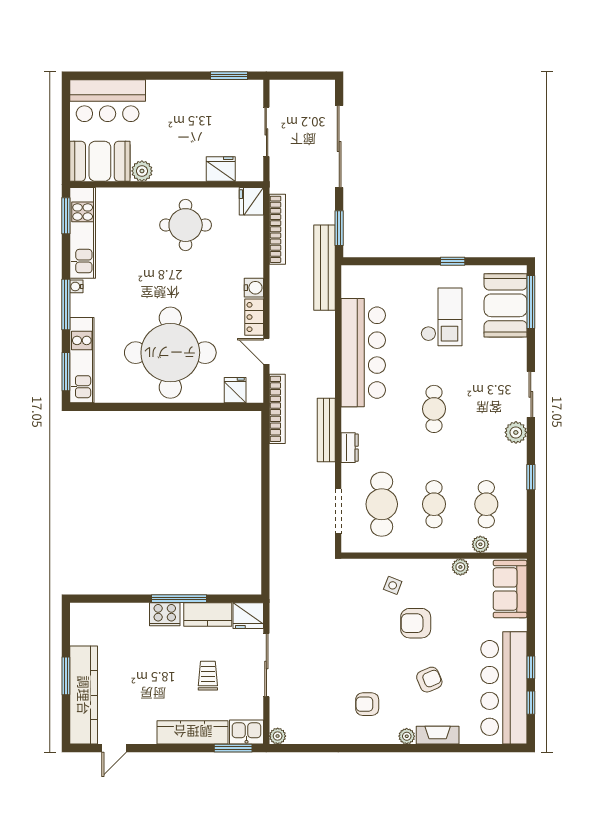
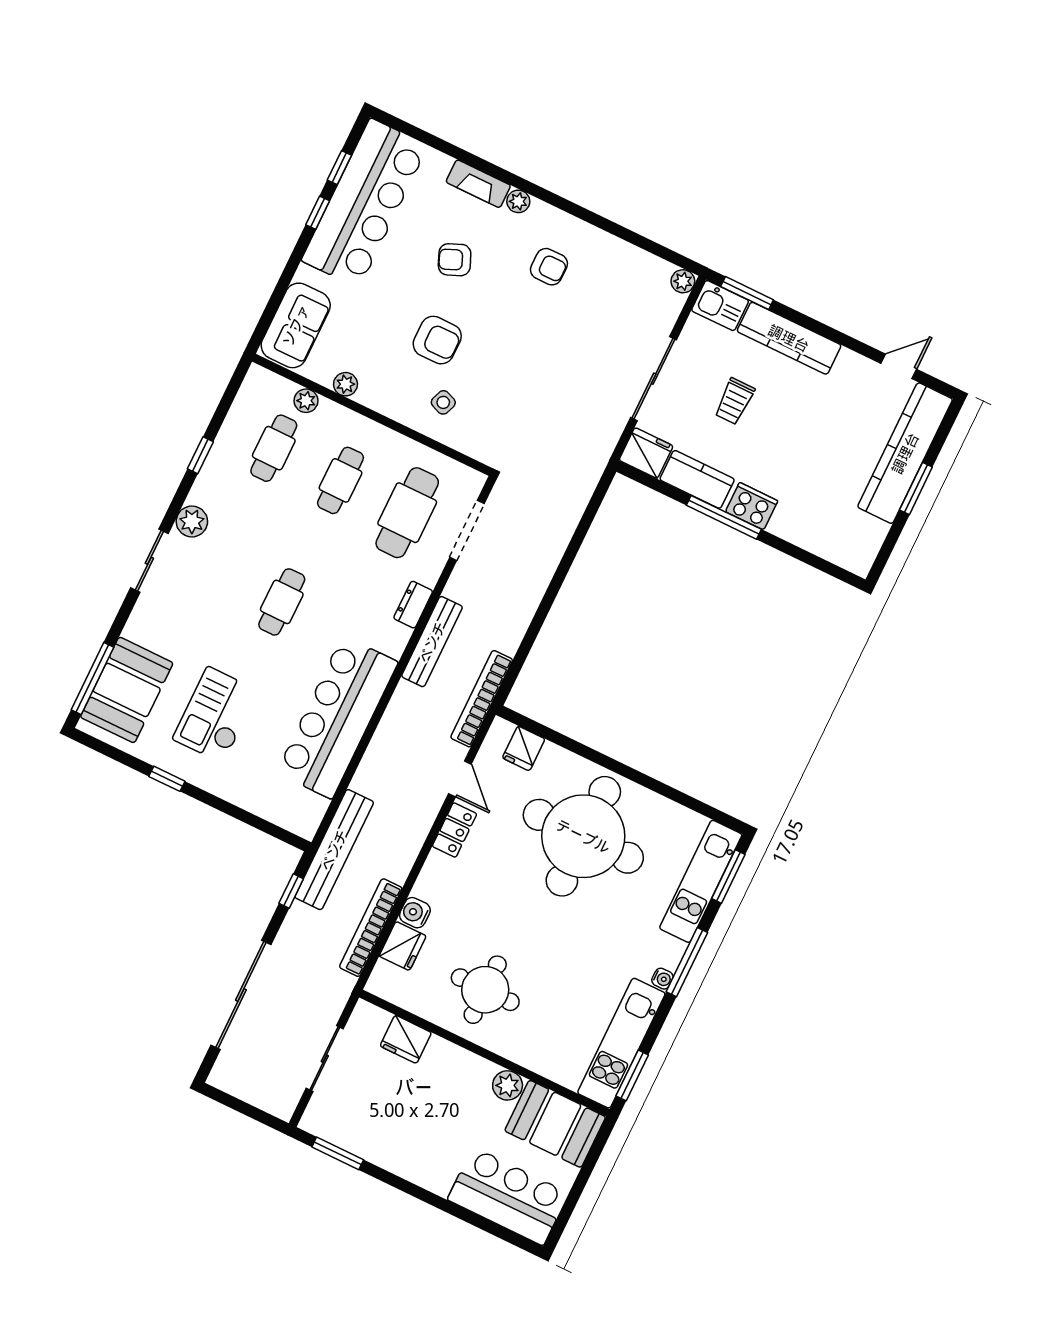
fridge: (251, 201) -> (403, 946), moved
window: (339, 228) -> (291, 891), width x0.67
water cooler: (254, 288) -> (415, 913), moved

